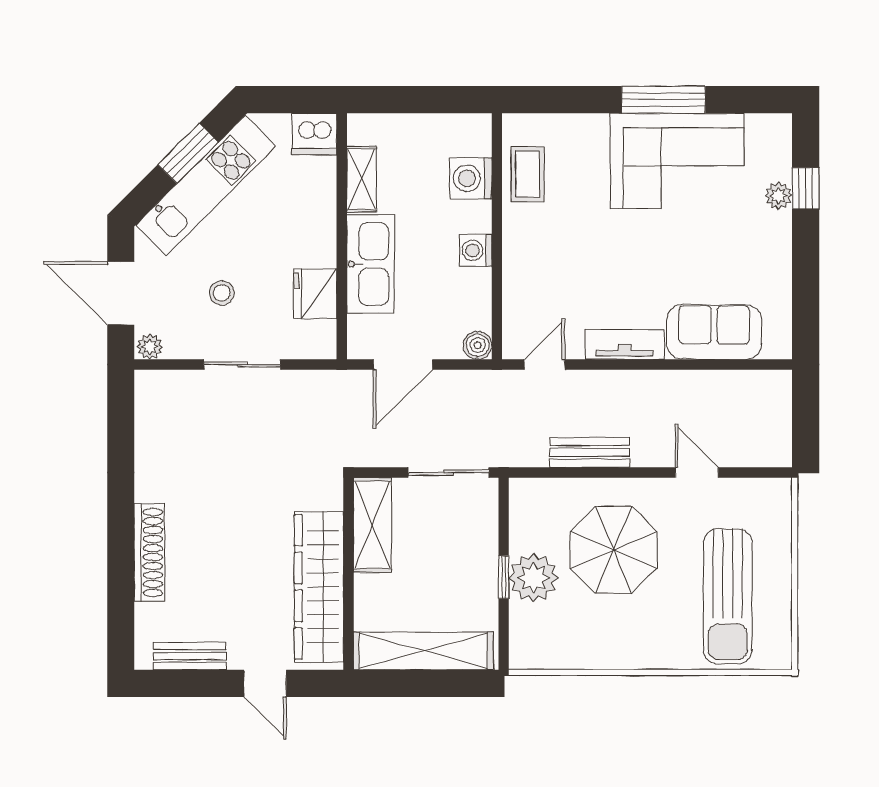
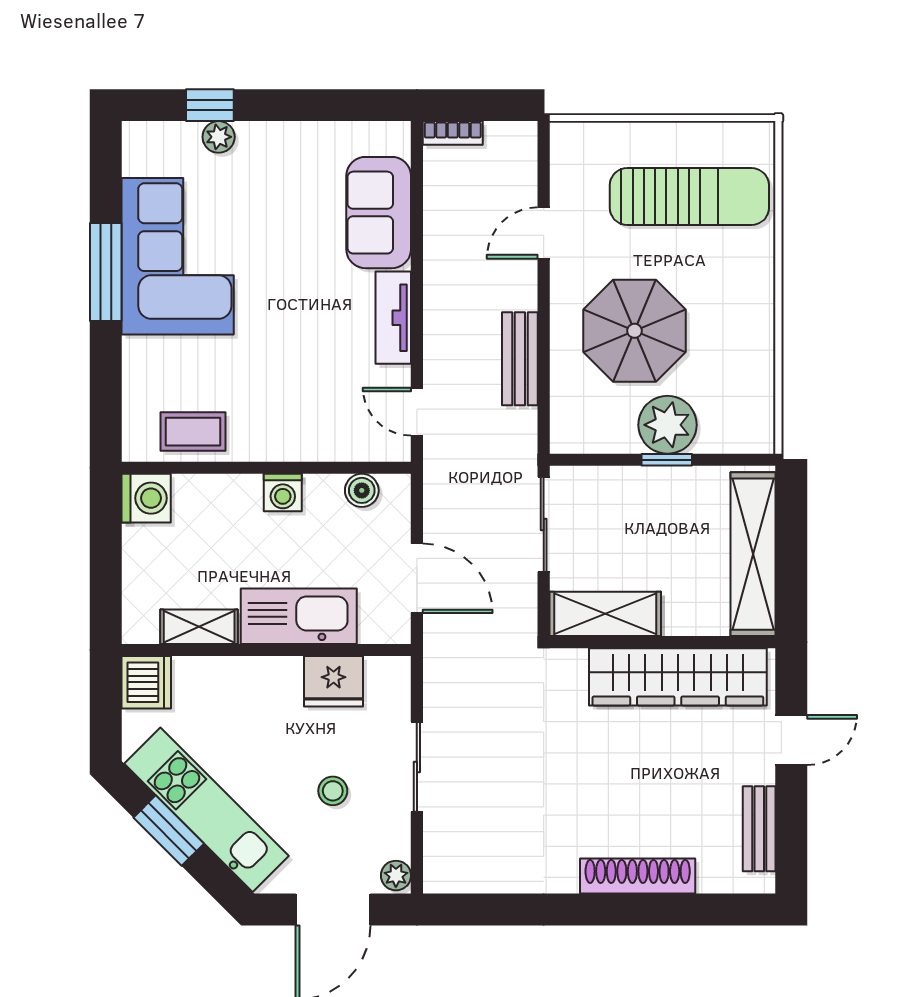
washing machine: (471, 178) -> (146, 498), moved, turned -90
boiler: (478, 345) -> (362, 490), moved
bookcase: (782, 395) -> (453, 133), added

